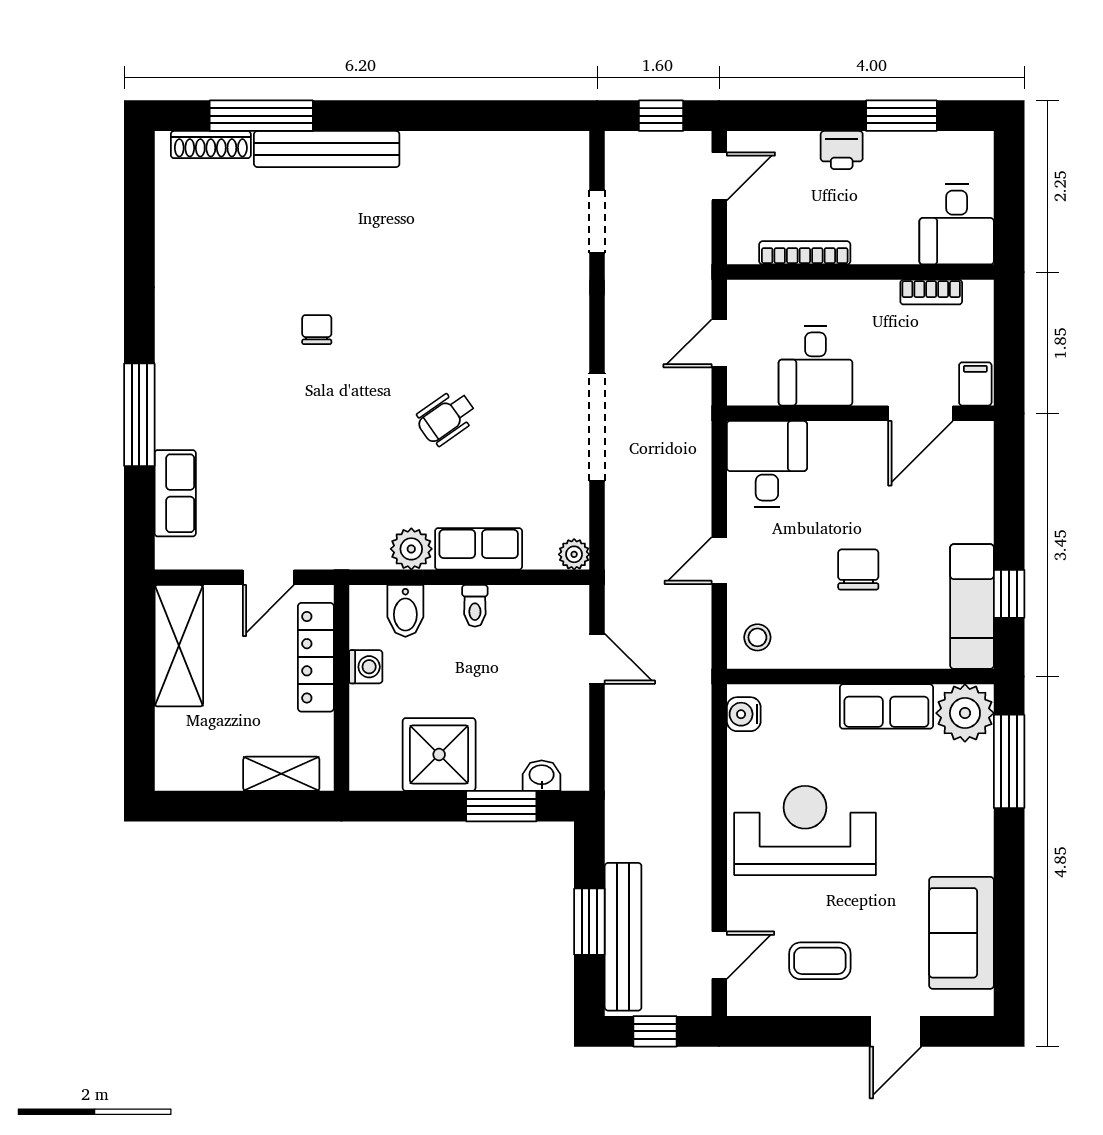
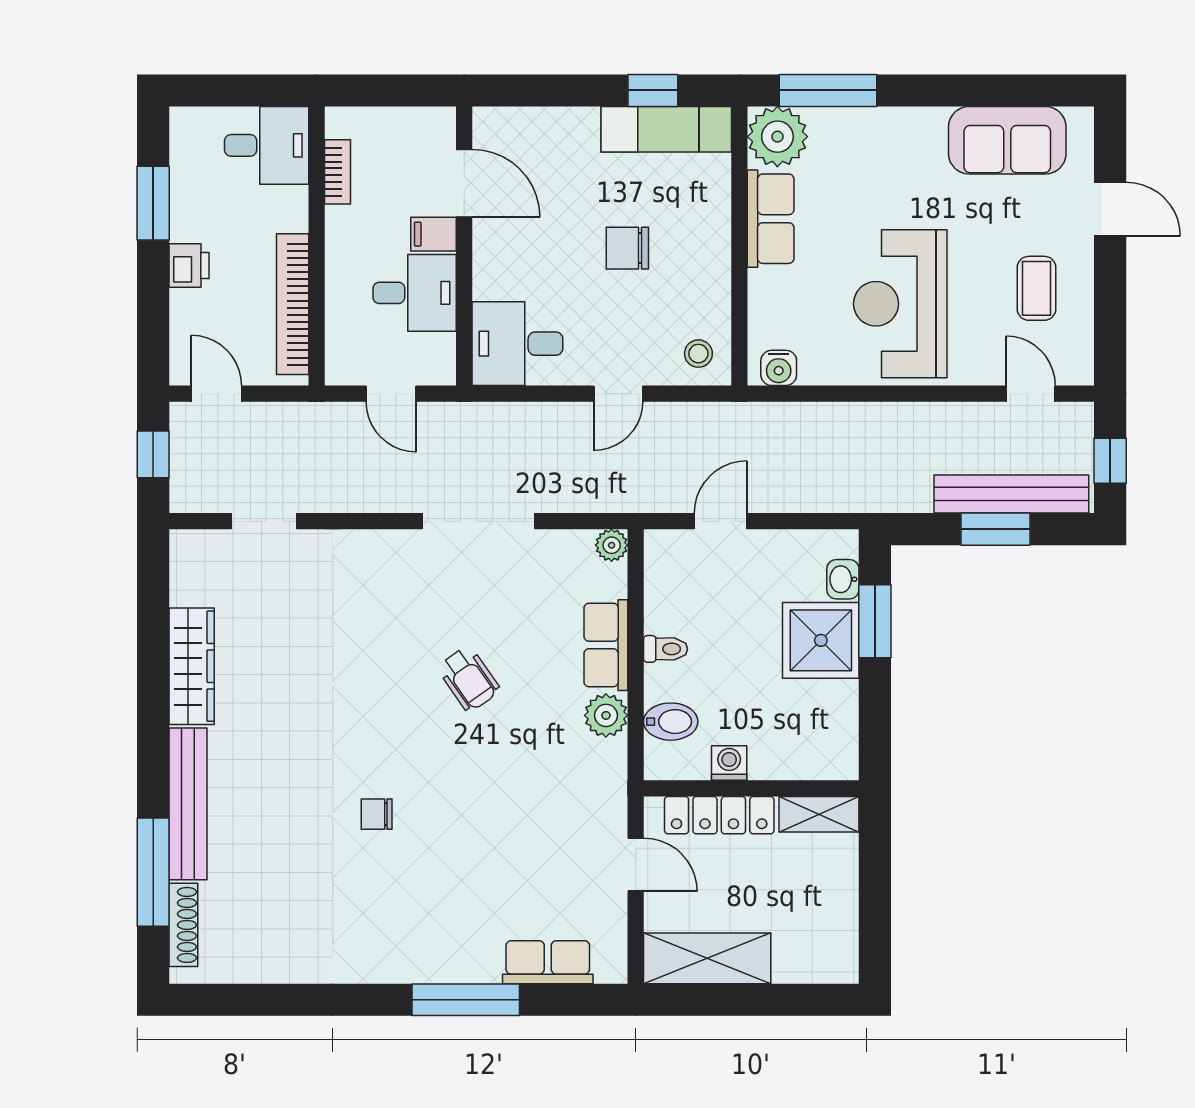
wardrobe: (458, 153) -> (192, 666), added
bookcase: (805, 253) -> (293, 304), width x1.48, depth x1.31
filing cabinet: (975, 384) -> (434, 234), moved
door: (719, 561) -> (618, 394), hinge flipped
shower: (439, 754) -> (821, 640), moved
shelving: (281, 774) -> (819, 814), moved, turned 90

